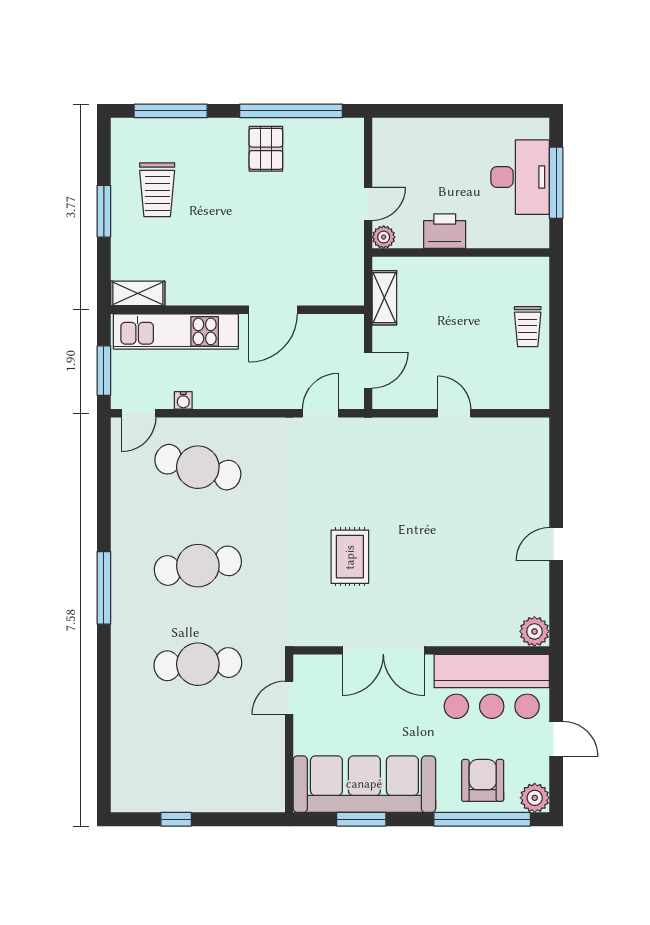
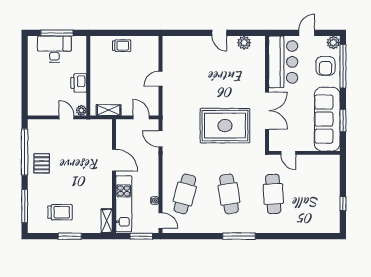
pallet: (266, 149) -> (42, 163), turned 90
rug: (350, 557) -> (225, 126), width x1.86, depth x2.06
plant: (534, 631) -> (244, 43), moved
armchair: (483, 780) -> (325, 66), turned -90

